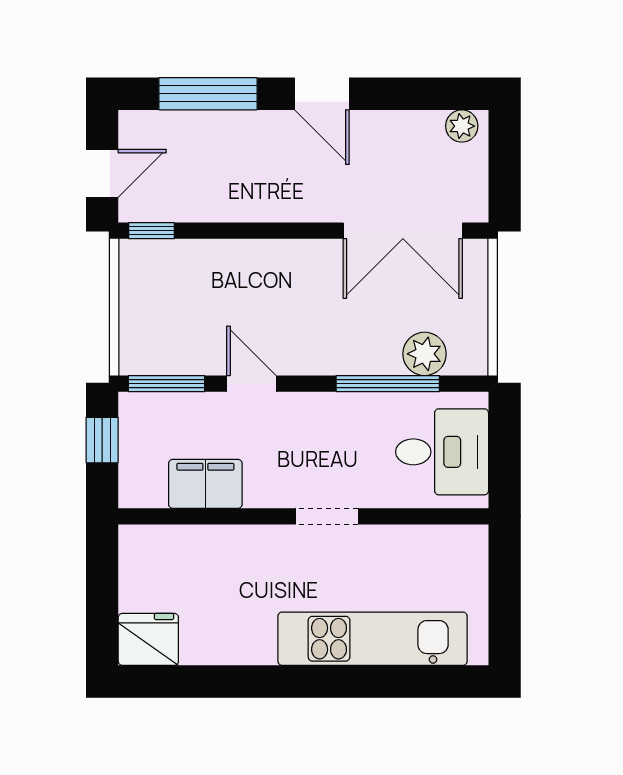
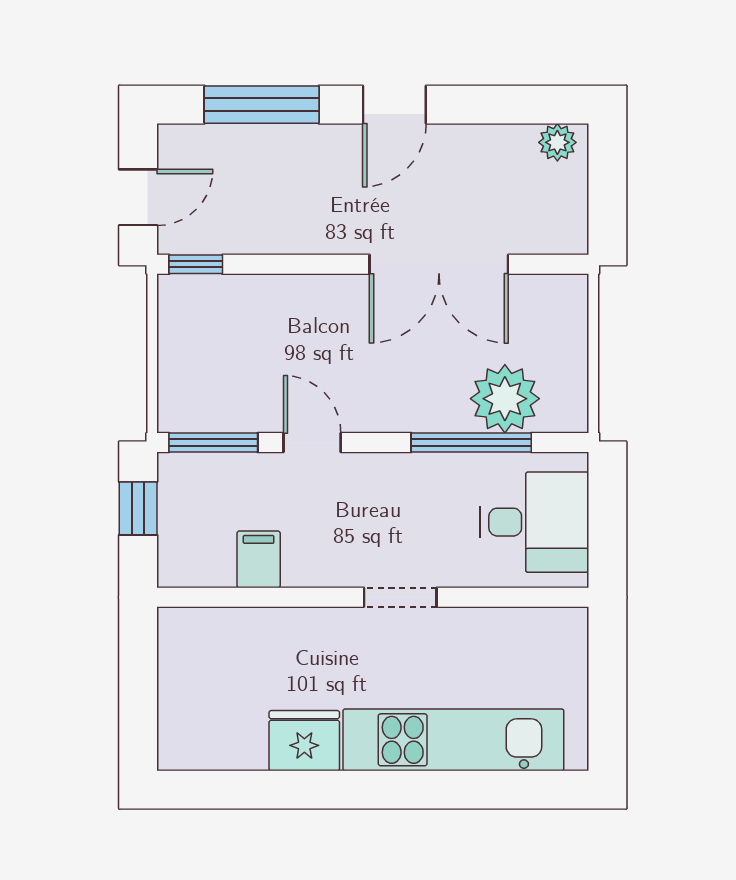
door: (322, 94) -> (394, 105), hinge flipped
double door: (403, 231) -> (439, 264), moved
plant: (425, 354) -> (505, 399), width x1.36, depth x1.36
filing cabinet: (205, 484) -> (259, 559), width x0.50
fridge: (148, 639) -> (304, 741), moved

